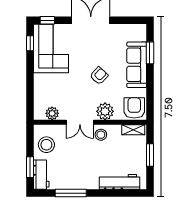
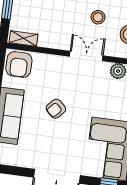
plant: (105, 111) -> (54, 65), removed
stool: (101, 135) -> (98, 17), moved

